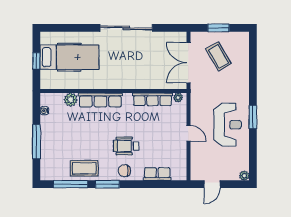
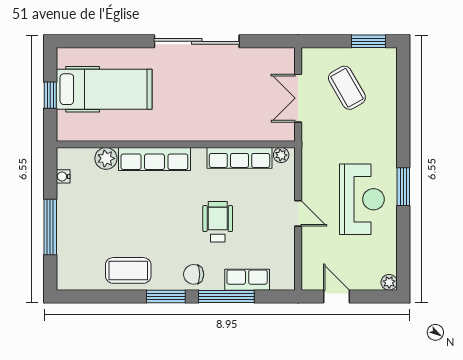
window: (218, 28) -> (368, 41), moved
double door: (188, 63) -> (298, 98), width x0.73
wheelchair: (126, 146) -> (218, 222), moved, turned 90
window: (71, 184) -> (226, 296), moved
door: (212, 184) -> (336, 296), swing flipped

